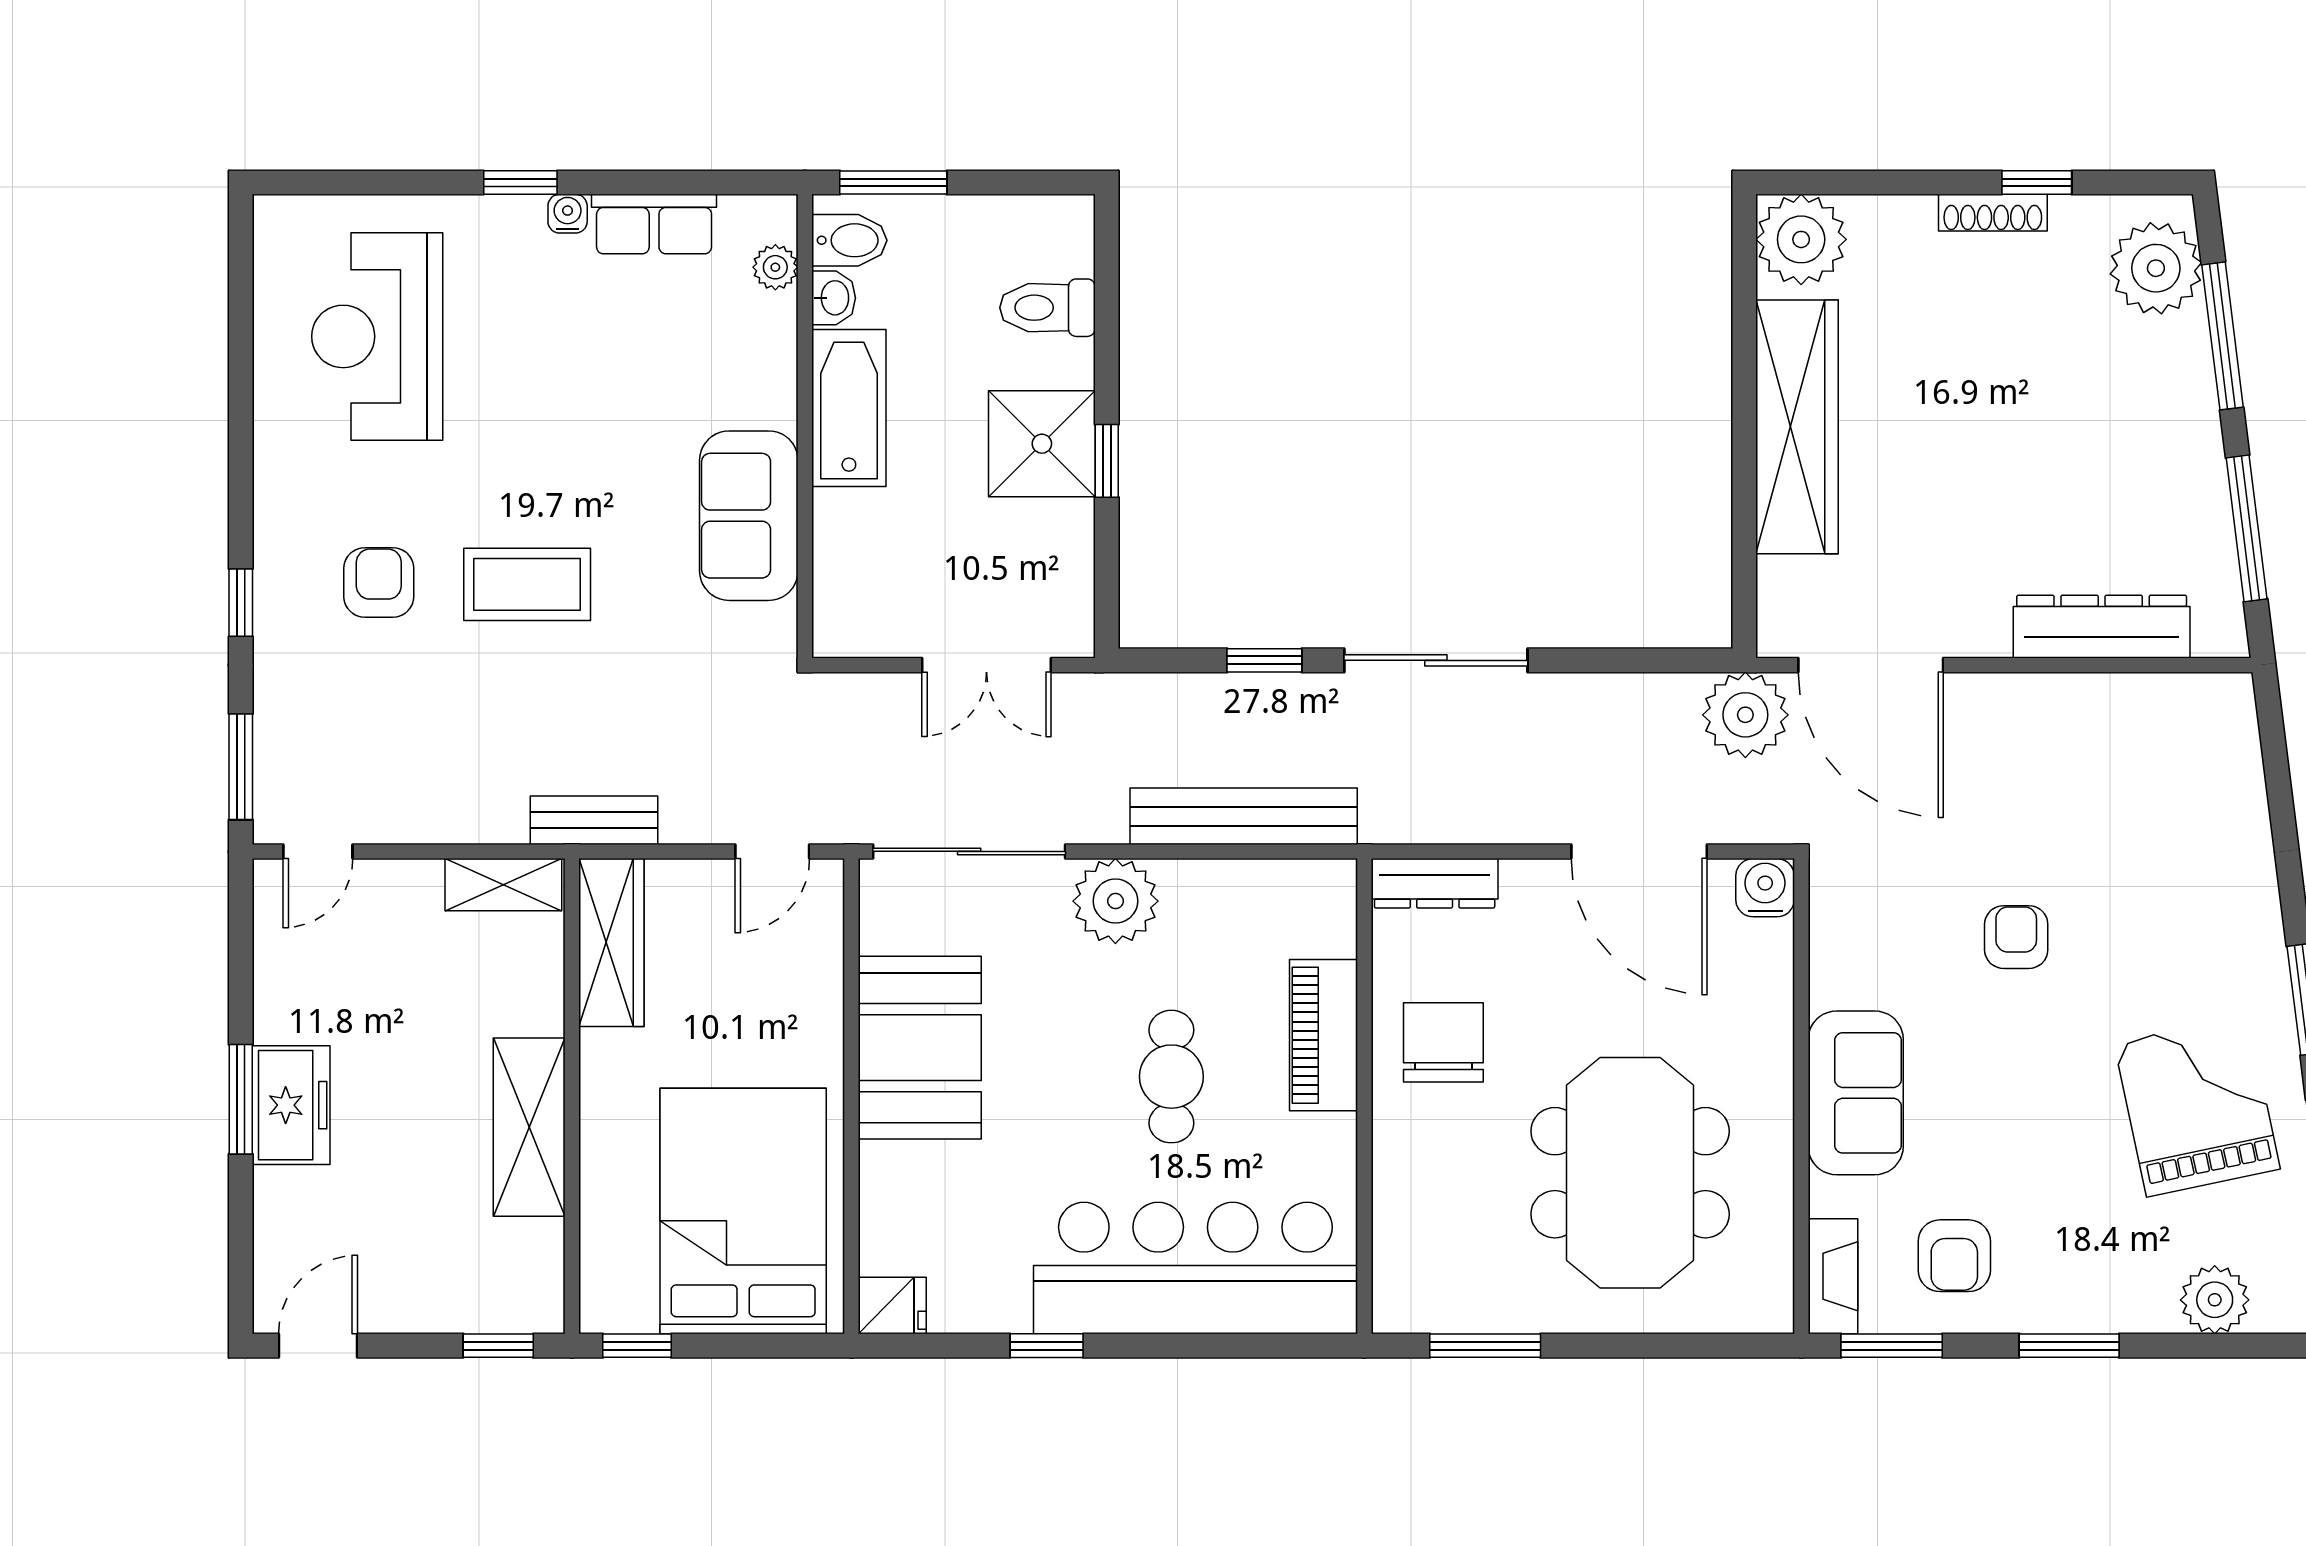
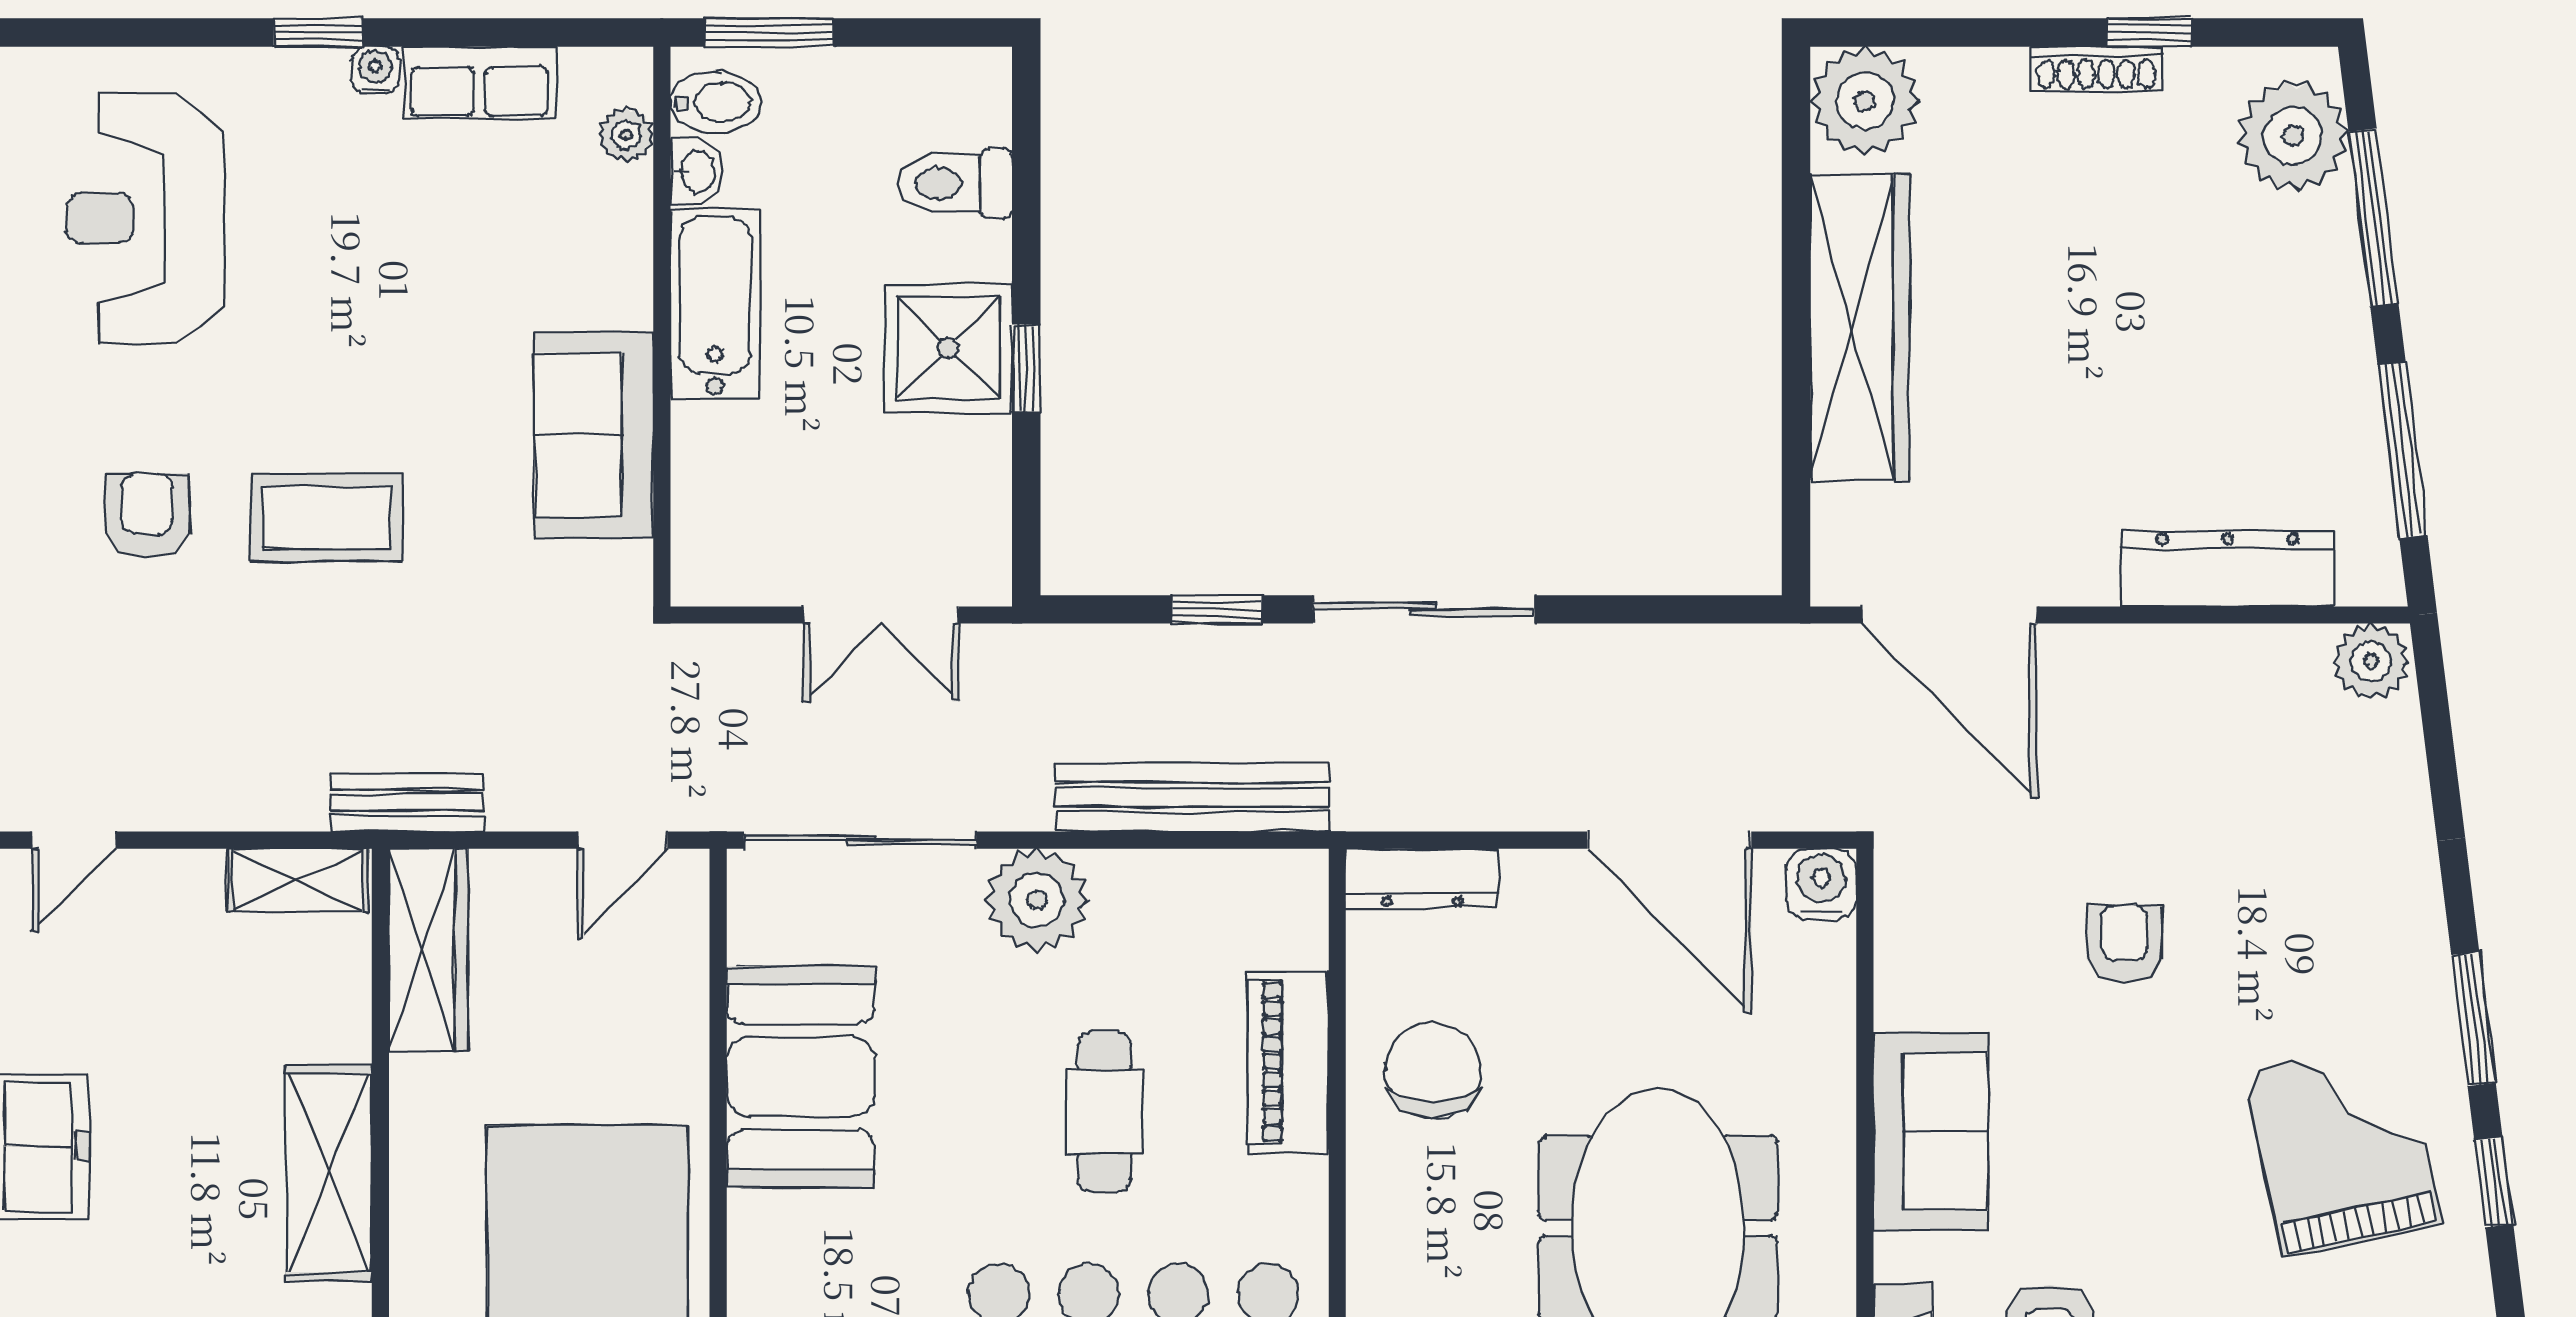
plant: (1745, 715) -> (2371, 661), moved, width x0.73, depth x0.73

